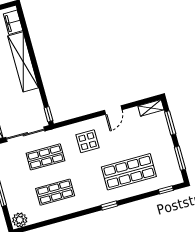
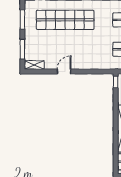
display table: (88, 141) -> (91, 53), removed
shop shelf: (129, 172) -> (65, 20), width x1.40

